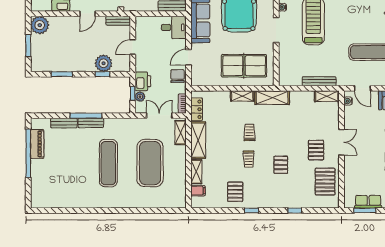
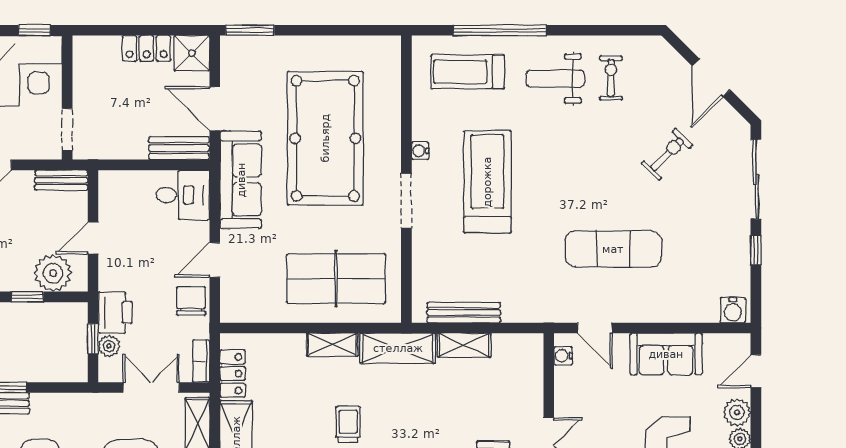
plant: (104, 63) -> (53, 273), moved
bench: (319, 81) -> (464, 312), moved
shelving: (327, 96) -> (464, 345), moved

